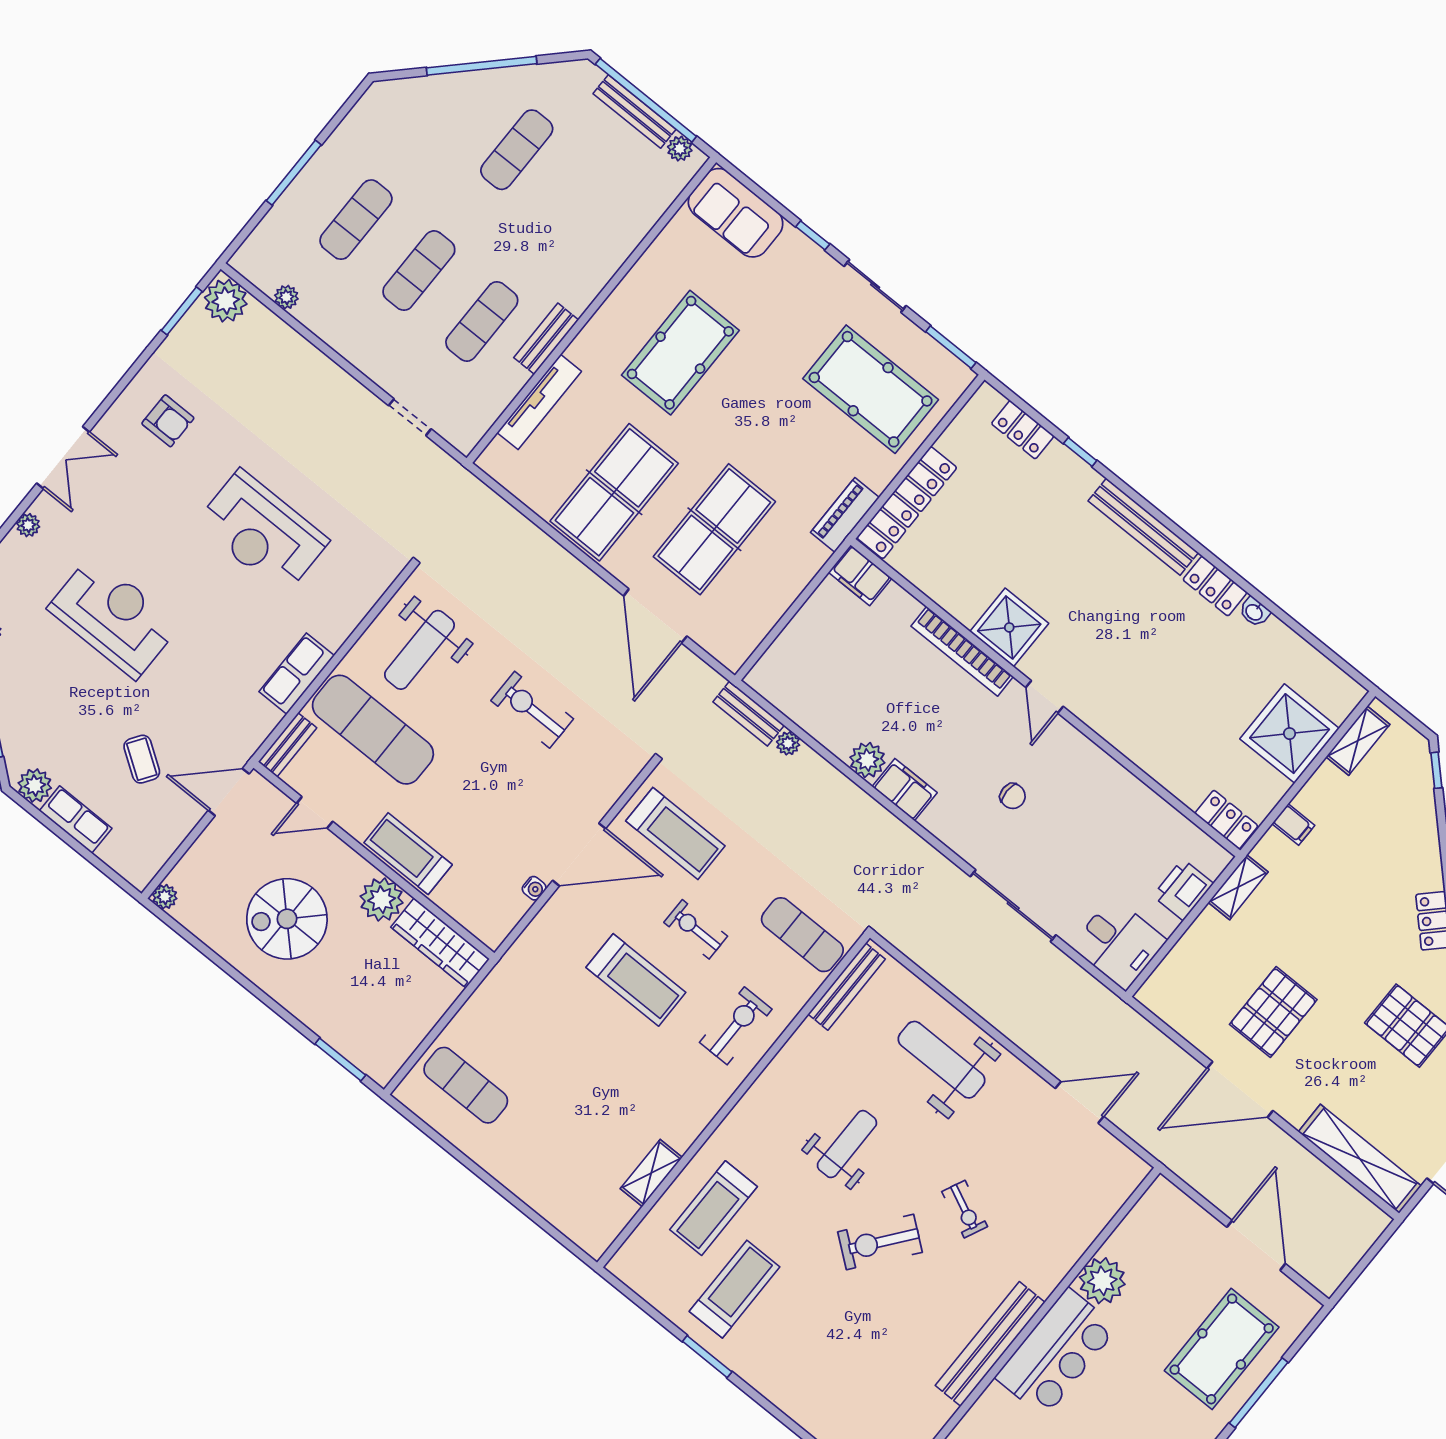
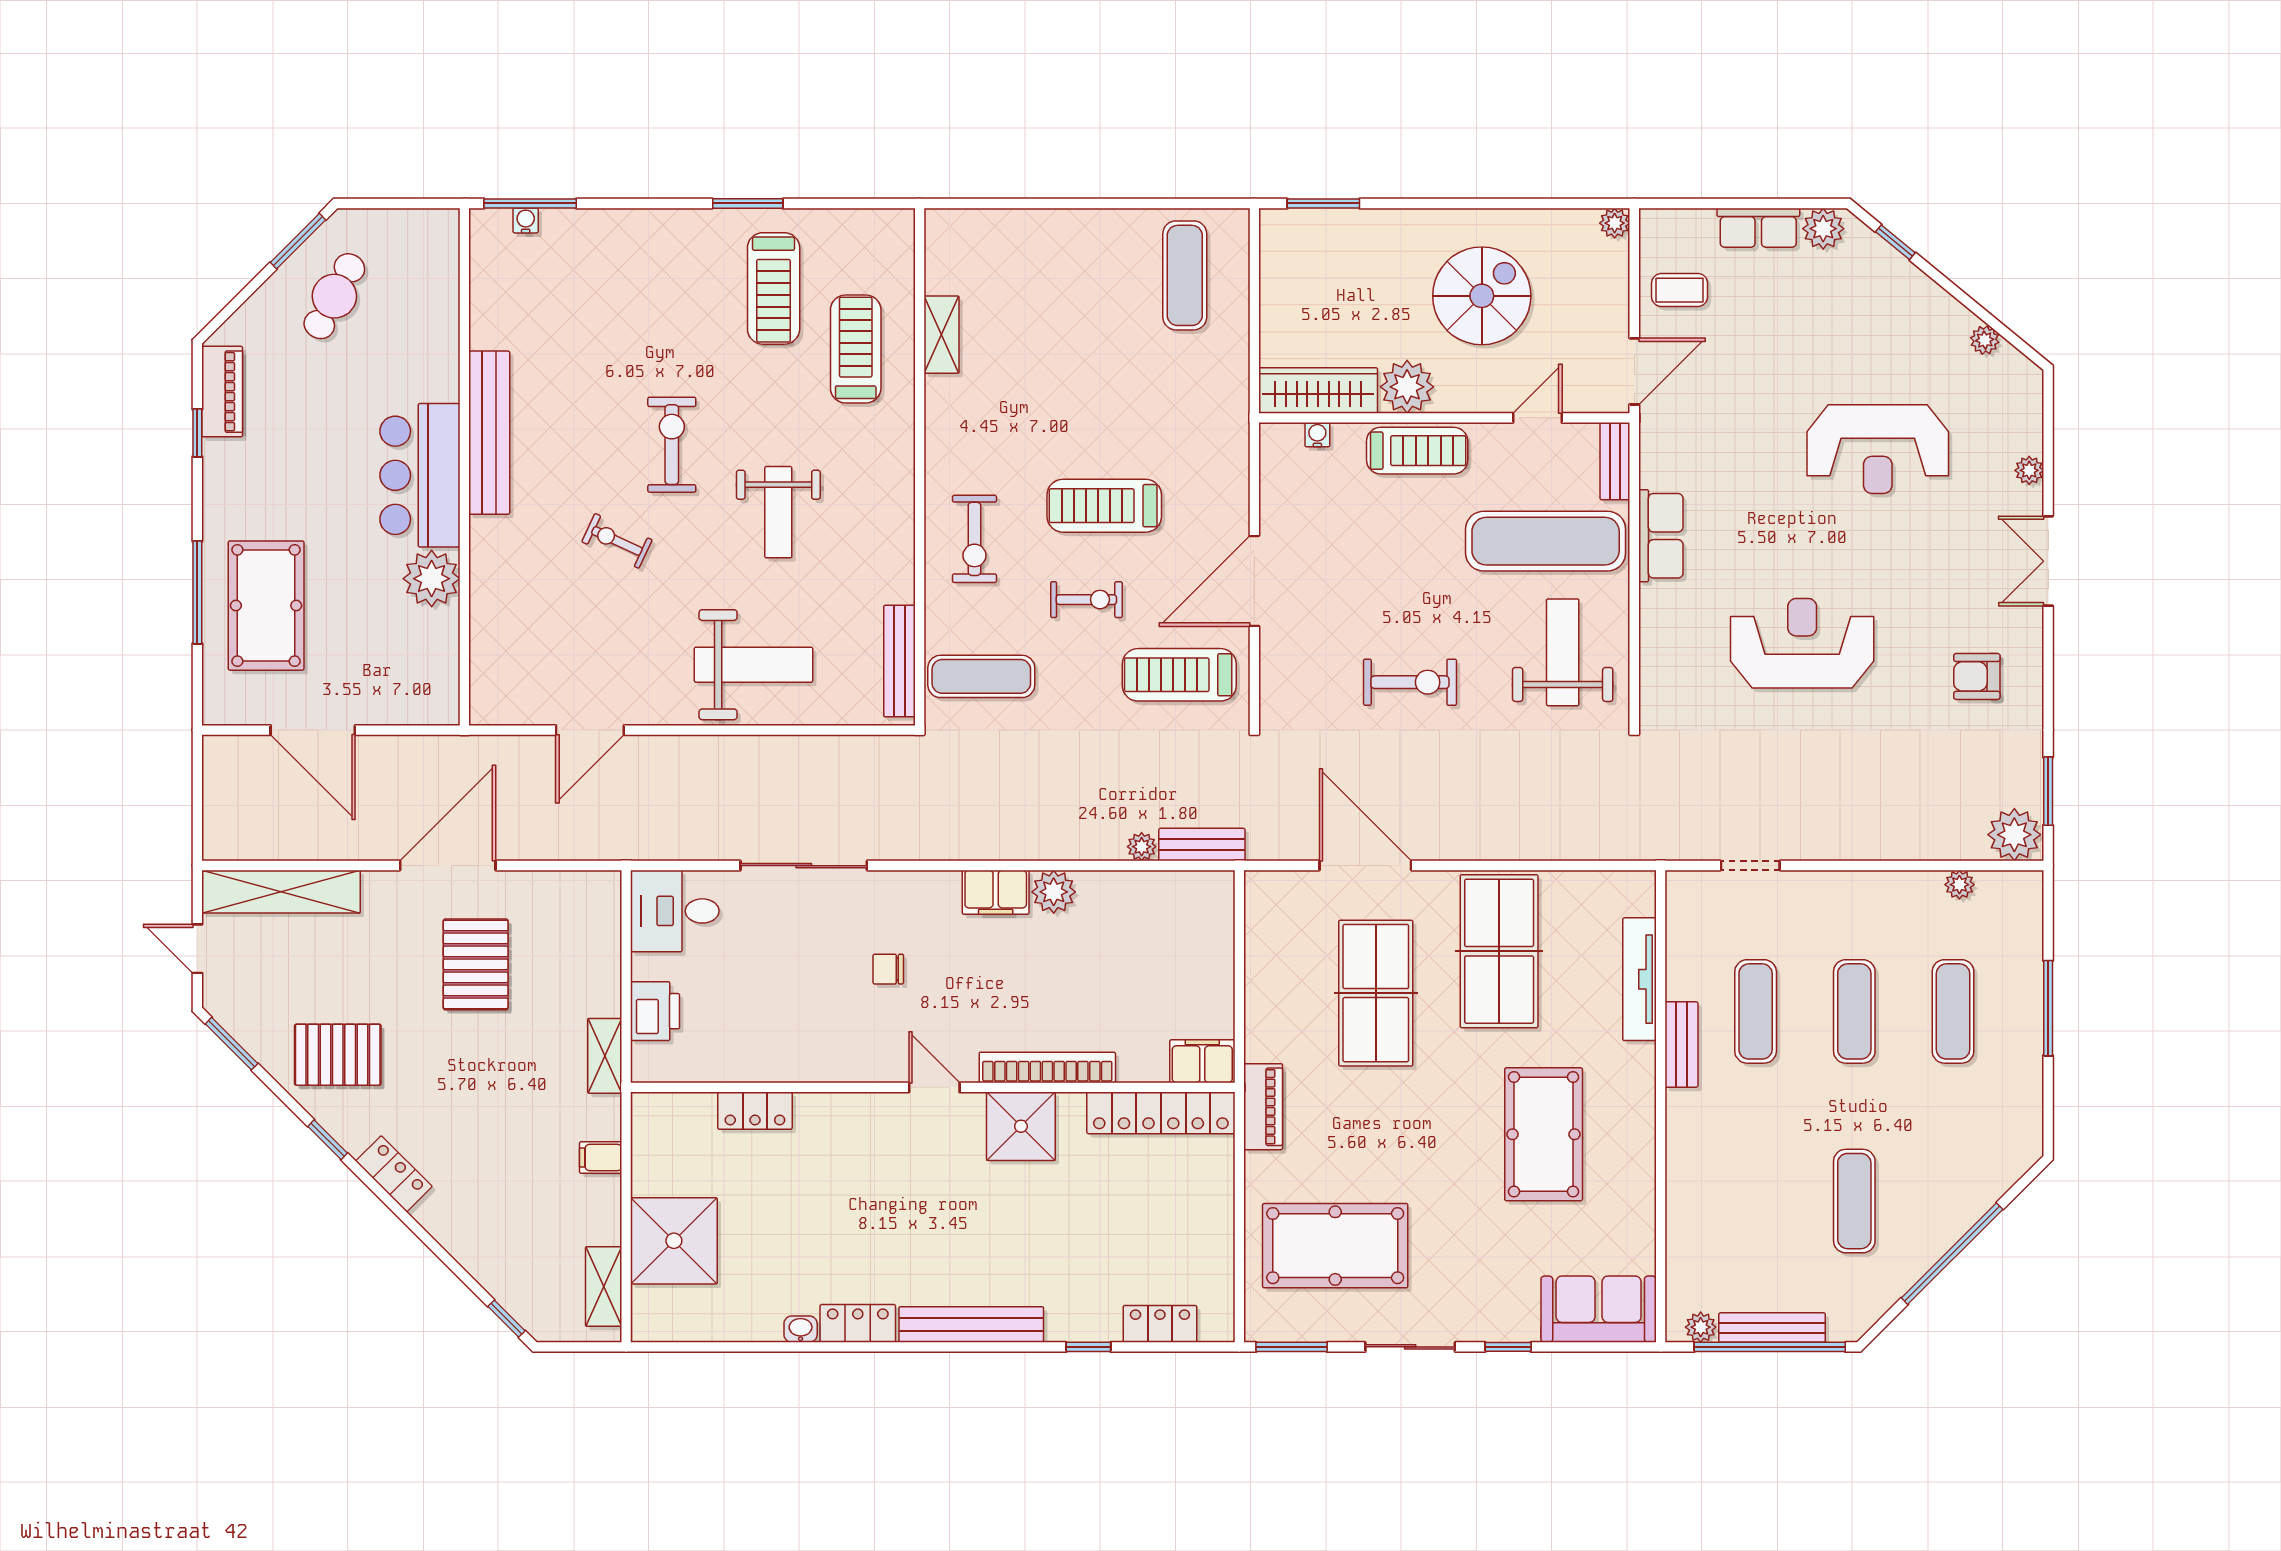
locker: (907, 503) -> (1161, 1113), moved, turned -90
coffee table: (142, 759) -> (1680, 290), moved, turned -34
locker: (1226, 820) -> (755, 1111), moved
water cooler: (534, 888) -> (1317, 435), moved, turned 90
exercise mat: (466, 1085) -> (1185, 275), turned 90
exercise bike: (880, 1242) -> (672, 445), turned -38

